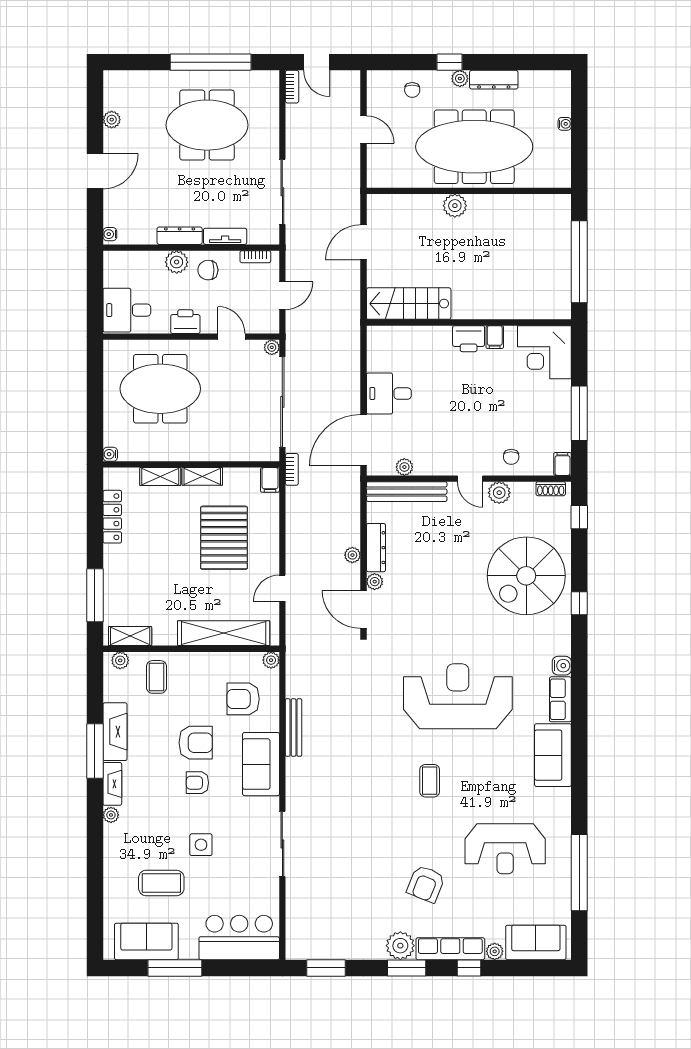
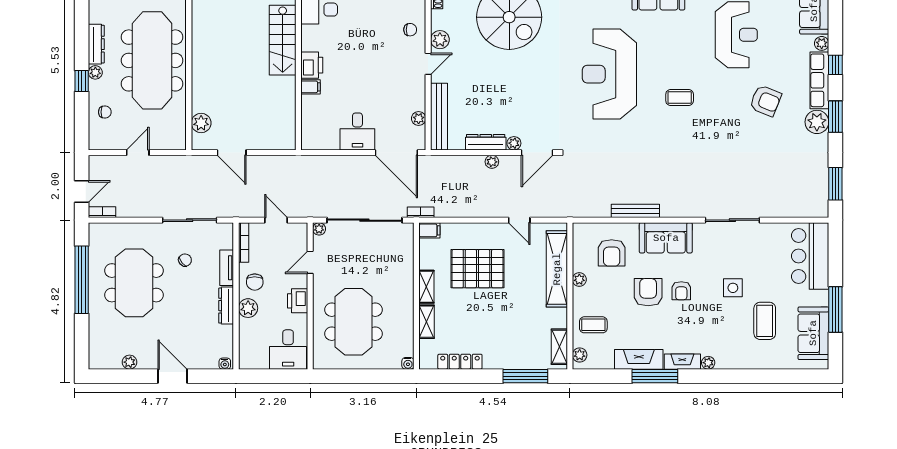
chair: (234, 186) -> (185, 260), added
plant: (455, 206) -> (201, 123), moved
bookcase: (255, 257) -> (244, 243), width x1.56
stairs: (409, 304) -> (283, 40), moved
filing cabinet: (495, 337) -> (311, 87), moved
plant: (271, 660) -> (579, 279), moved

